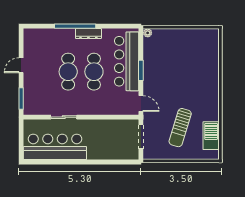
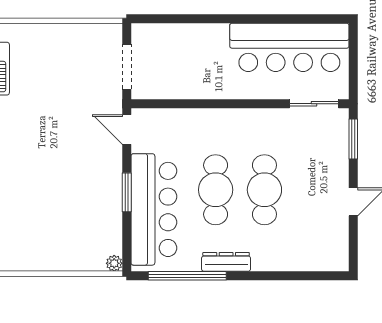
window: (75, 26) -> (187, 276), moved
sliding door: (64, 117) -> (314, 104), moved
sun lounger: (180, 128) -> (53, 84), removed

